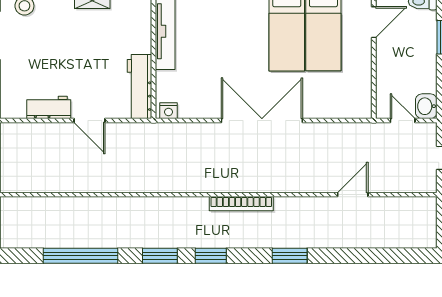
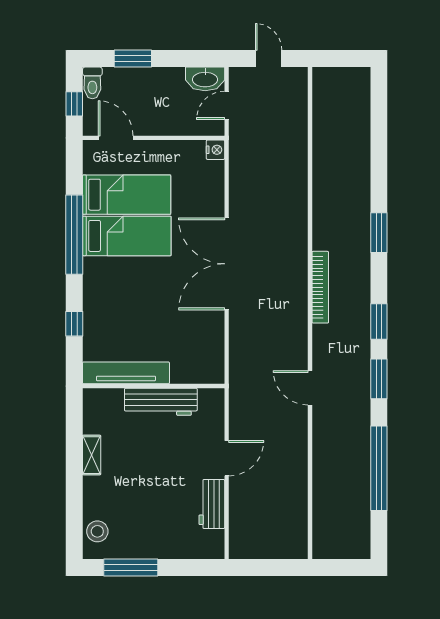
workbench: (139, 87) -> (161, 402), moved
washbasin: (426, 106) -> (205, 79), width x1.38
nightstand: (168, 111) -> (215, 150), moved
door: (353, 195) -> (310, 388), moved

